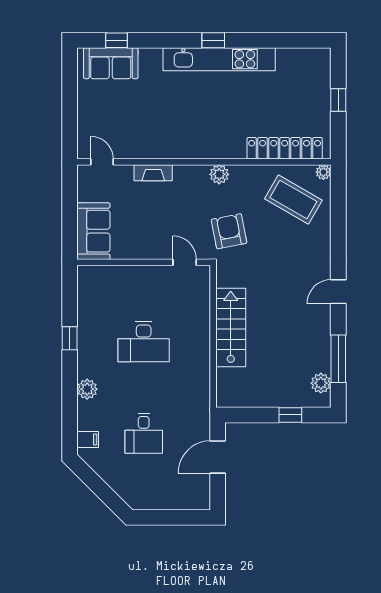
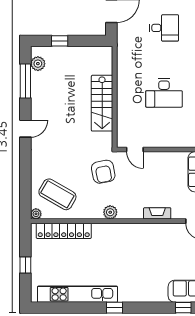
kitchen unit: (219, 59) -> (77, 294), moved
desk: (144, 342) -> (164, 93), turned 180
desk: (144, 433) -> (164, 28), turned 90

